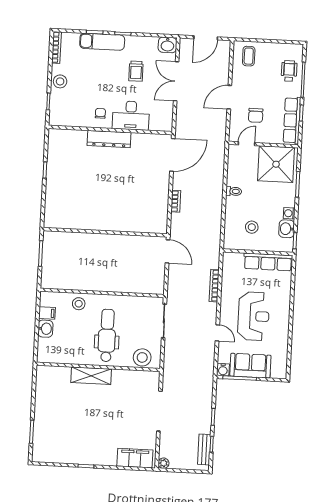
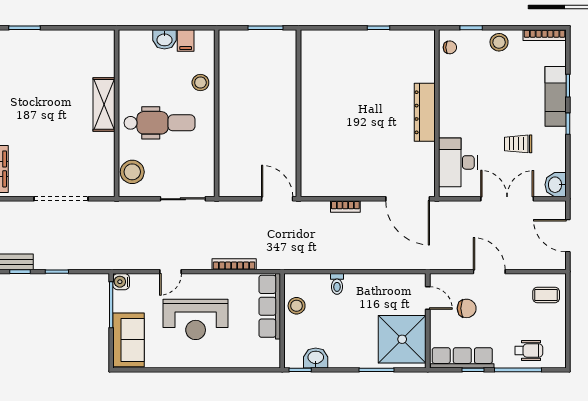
chair: (100, 113) -> (450, 47), moved
desk: (131, 115) -> (458, 162), moved
chair: (256, 115) -> (467, 308), turned 180
toilet: (234, 191) -> (337, 284), moved
washing machine: (289, 213) -> (337, 360), removed
stool: (252, 227) -> (297, 306), moved
door: (167, 251) -> (277, 199), swing flipped
row of seats: (268, 262) -> (270, 306), moved
sofa: (250, 366) -> (129, 340), moved

